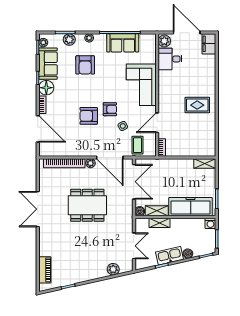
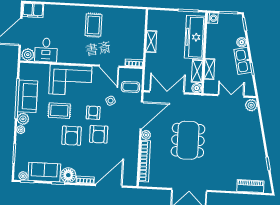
plant: (69, 40) -> (23, 119), moved
armchair: (85, 65) -> (72, 136), moved, turned 90
rug: (110, 75) -> (59, 111), added
shelving: (205, 163) -> (151, 42), moved
plant: (113, 269) -> (251, 105), moved

